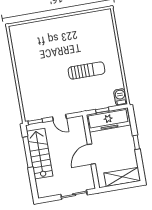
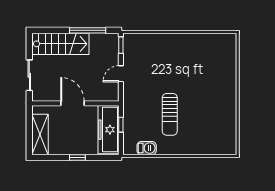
barbecue: (120, 97) -> (147, 148), moved
stairs: (40, 154) -> (60, 44), moved

